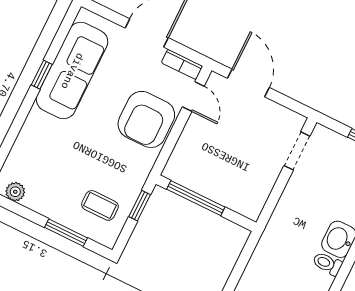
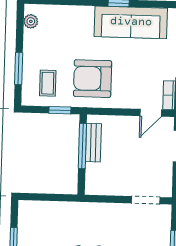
armchair: (146, 119) -> (93, 79), moved
bench: (198, 183) -> (93, 143), added

